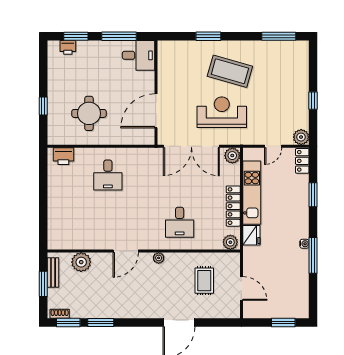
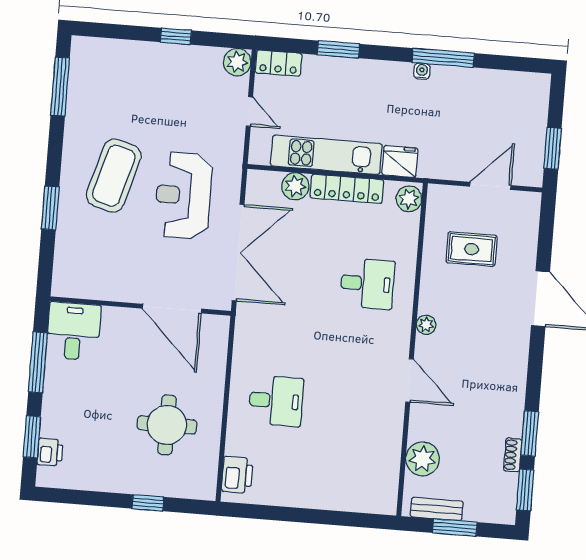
plant: (232, 156) -> (295, 186), moved
shoe rack: (60, 314) -> (513, 455), moved
window: (283, 323) -> (553, 148), moved

